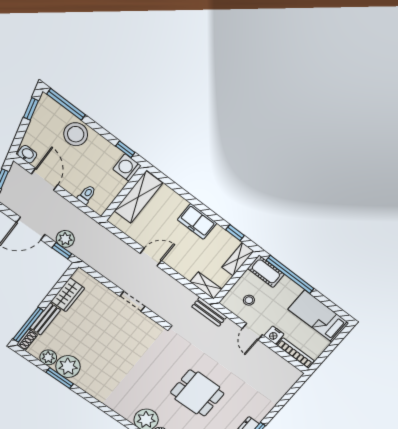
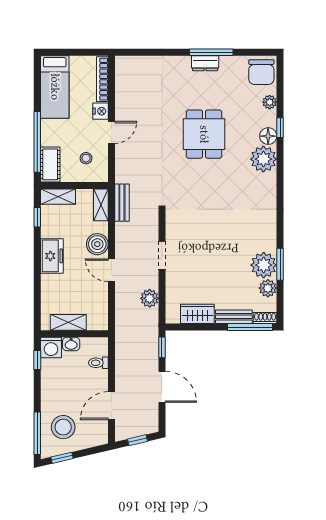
stool: (76, 134) -> (63, 427), moved
washbasin: (27, 154) -> (71, 344), moved, turned -90
shelving: (138, 197) -> (68, 322), width x0.67, depth x0.75
plant: (65, 239) -> (150, 298), moved
boiler: (179, 261) -> (97, 244), added
bench: (209, 312) -> (122, 203), moved

